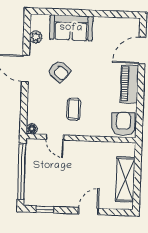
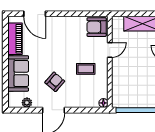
piano: (129, 84) -> (15, 39), moved, turned -90
door: (55, 137) -> (110, 50), moved

